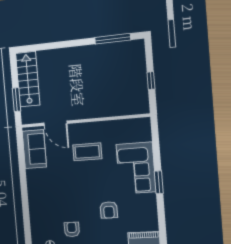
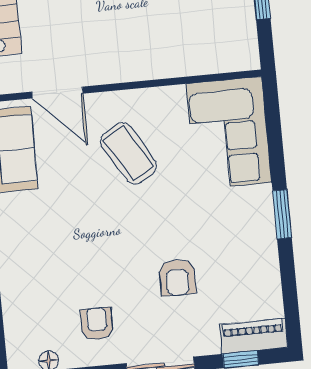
coffee table: (87, 152) -> (129, 153), turned 59
corner sofa: (136, 168) -> (229, 133), moved

